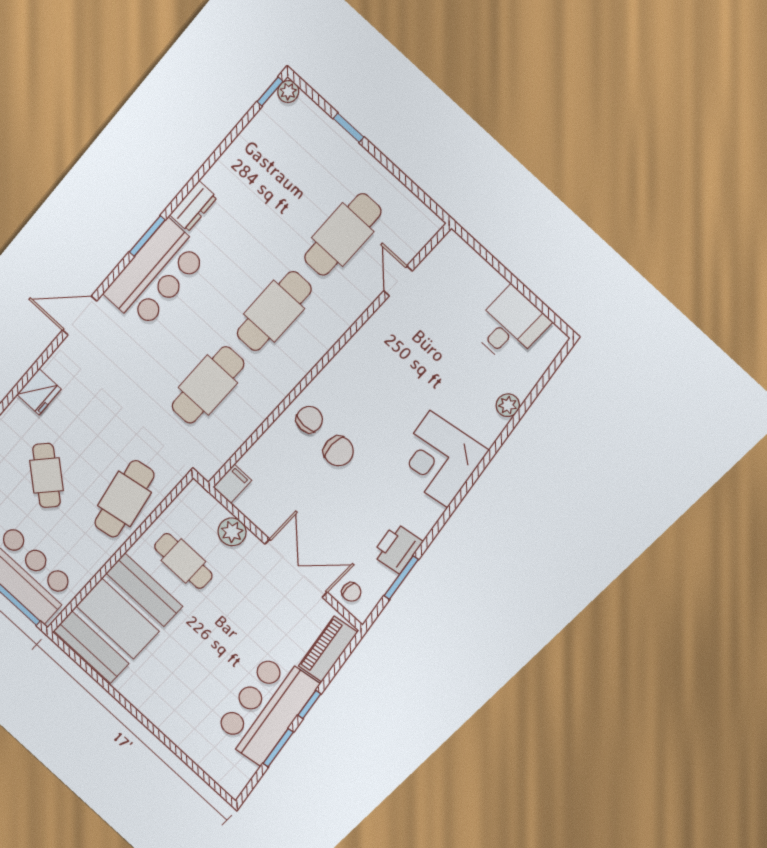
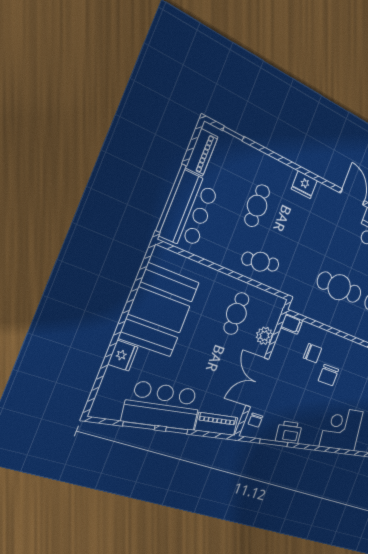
chair: (309, 419) -> (312, 353), moved
cafe table: (47, 475) -> (257, 206), turned -42
cafe table: (124, 499) -> (260, 262), width x0.73, depth x0.74
double door: (296, 568) -> (257, 382), swing flipped
booth: (118, 619) -> (159, 310), moved, turned 90
fridge: (178, 729) -> (123, 356), added

